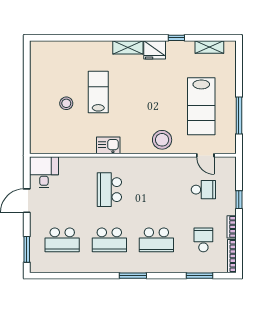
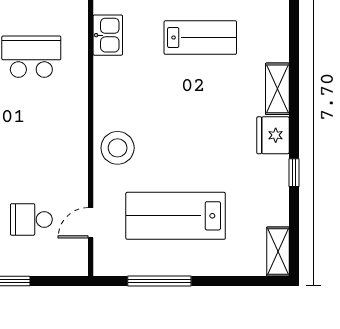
shelving: (209, 47) -> (278, 251), moved
kitchen sink: (108, 145) -> (108, 35), moved
school desk: (203, 190) -> (31, 219), turned 90

